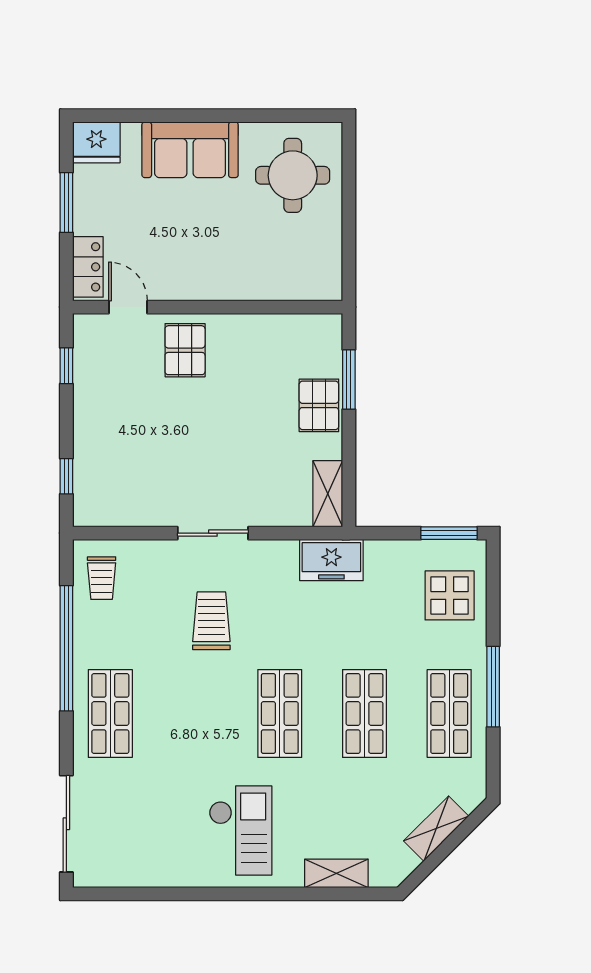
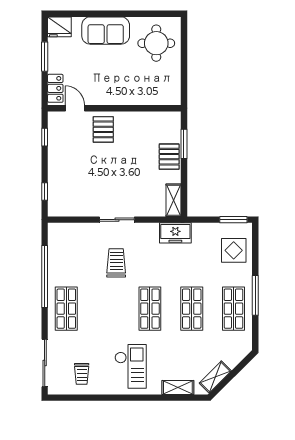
trolley: (102, 578) -> (82, 374), moved
shelving: (436, 829) -> (215, 377), moved

